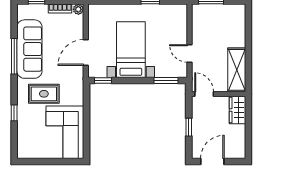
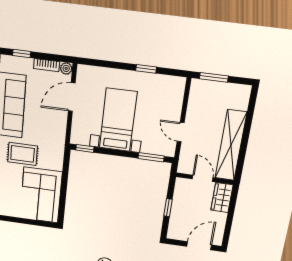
door: (86, 53) -> (72, 97), moved
shelving: (237, 70) -> (231, 145), width x1.47
door: (204, 94) -> (203, 178), moved
door: (212, 161) -> (199, 246), moved

